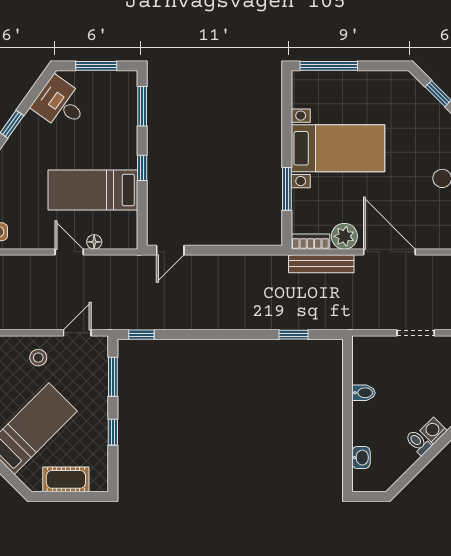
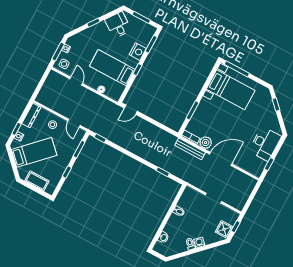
nightstand: (124, 134) -> (138, 52), added
bed with nightstands: (338, 148) -> (231, 90), moved
door: (69, 252) -> (76, 81), moved
door: (389, 252) -> (221, 159), hinge flipped
door: (77, 333) -> (74, 123), swing flipped

